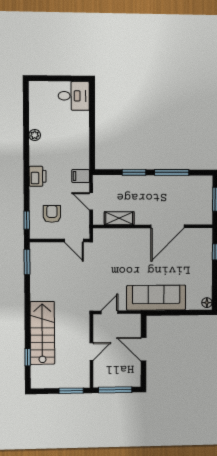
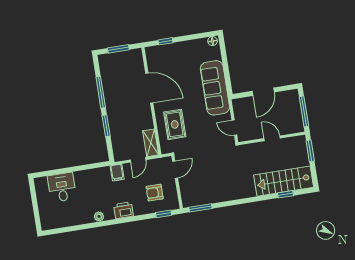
desk: (74, 96) -> (62, 187), moved
plant: (35, 135) -> (99, 217), moved
shelving: (119, 218) -> (151, 143), moved
rug: (123, 248) -> (175, 124), added
stairs: (42, 333) -> (284, 181), moved

